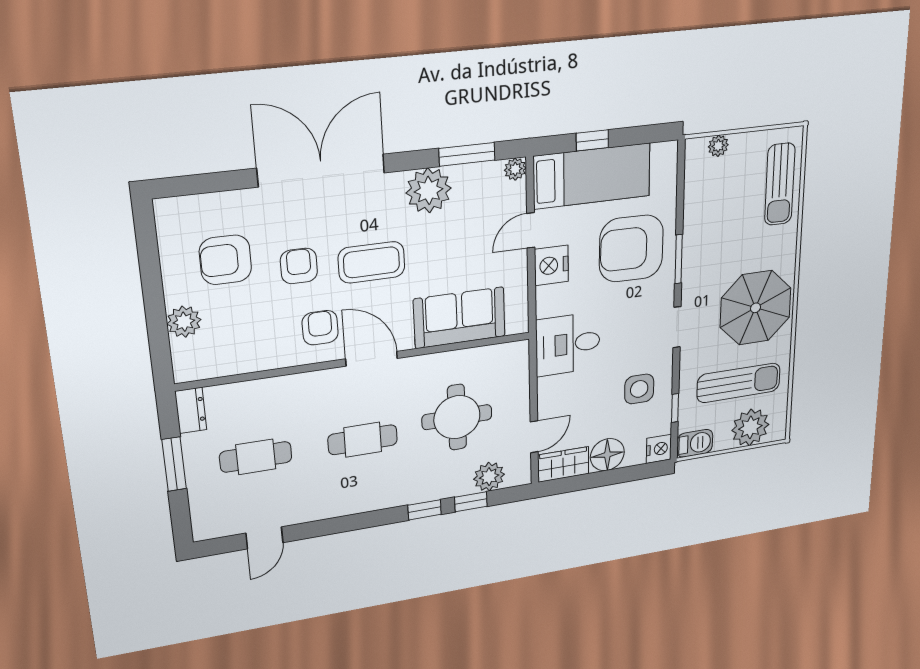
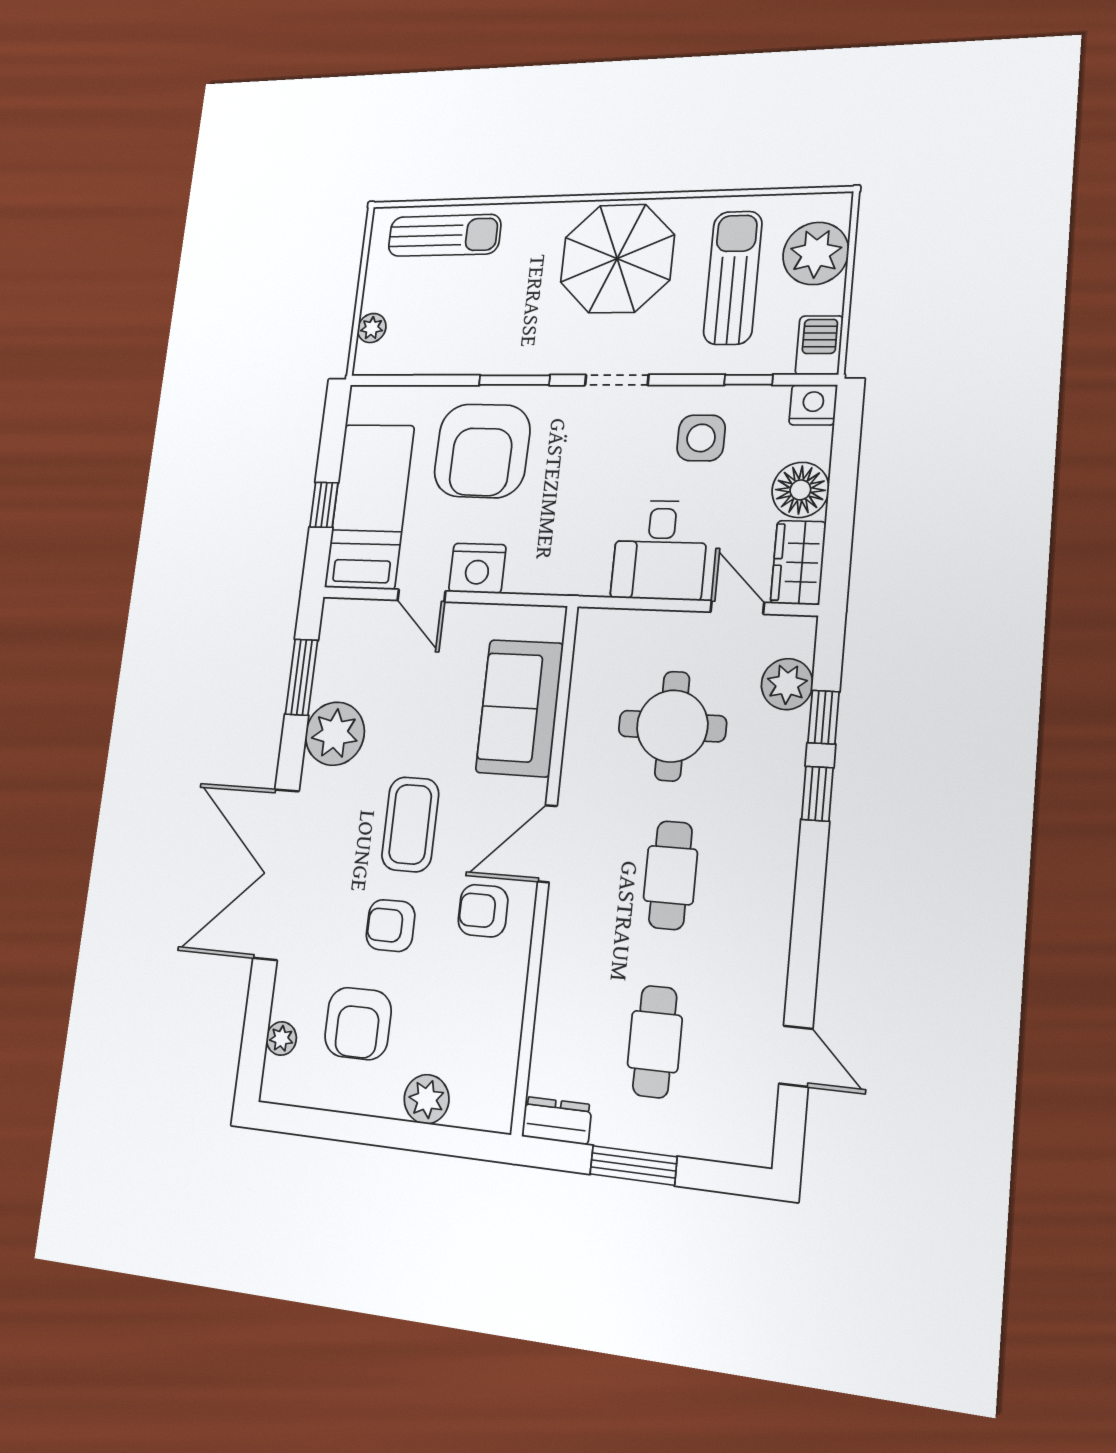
plant: (515, 169) -> (281, 1039), moved
desk: (568, 344) -> (660, 550), moved

